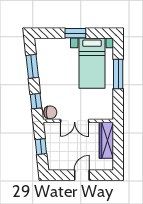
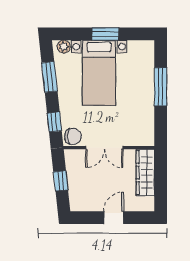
plant: (43, 43) -> (64, 47), added
bed with nightstands: (92, 63) -> (99, 73), moved

